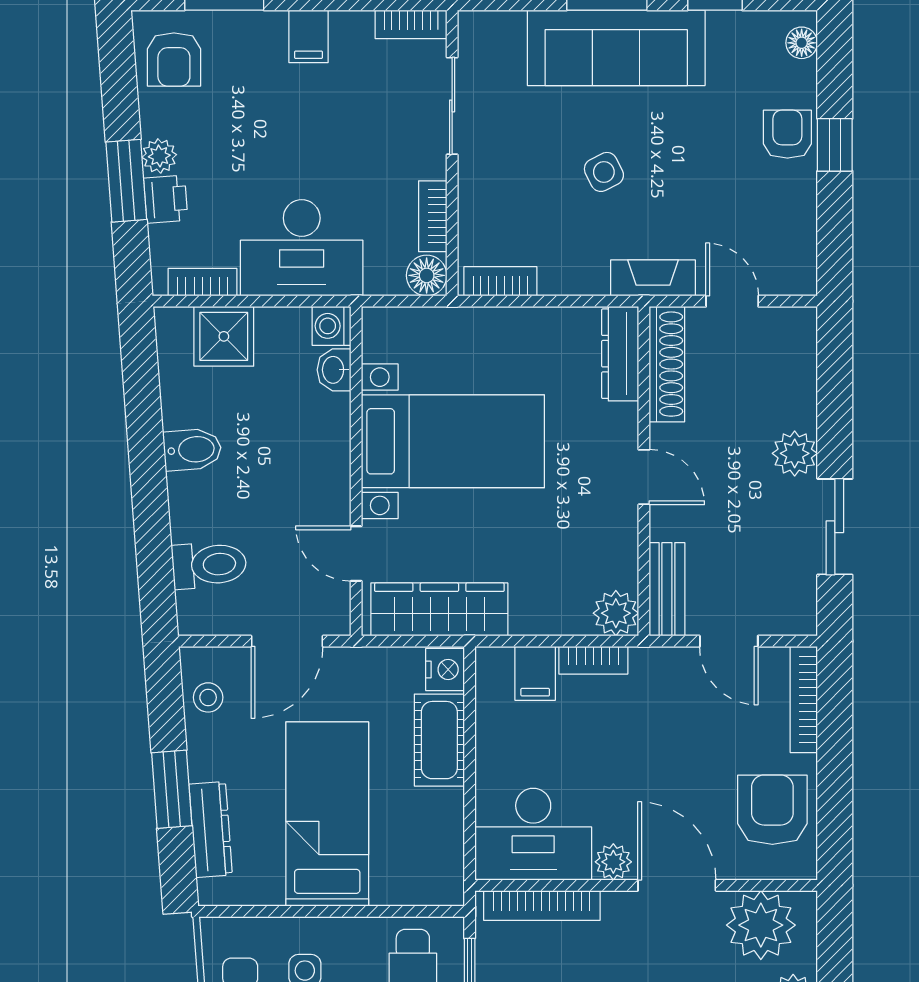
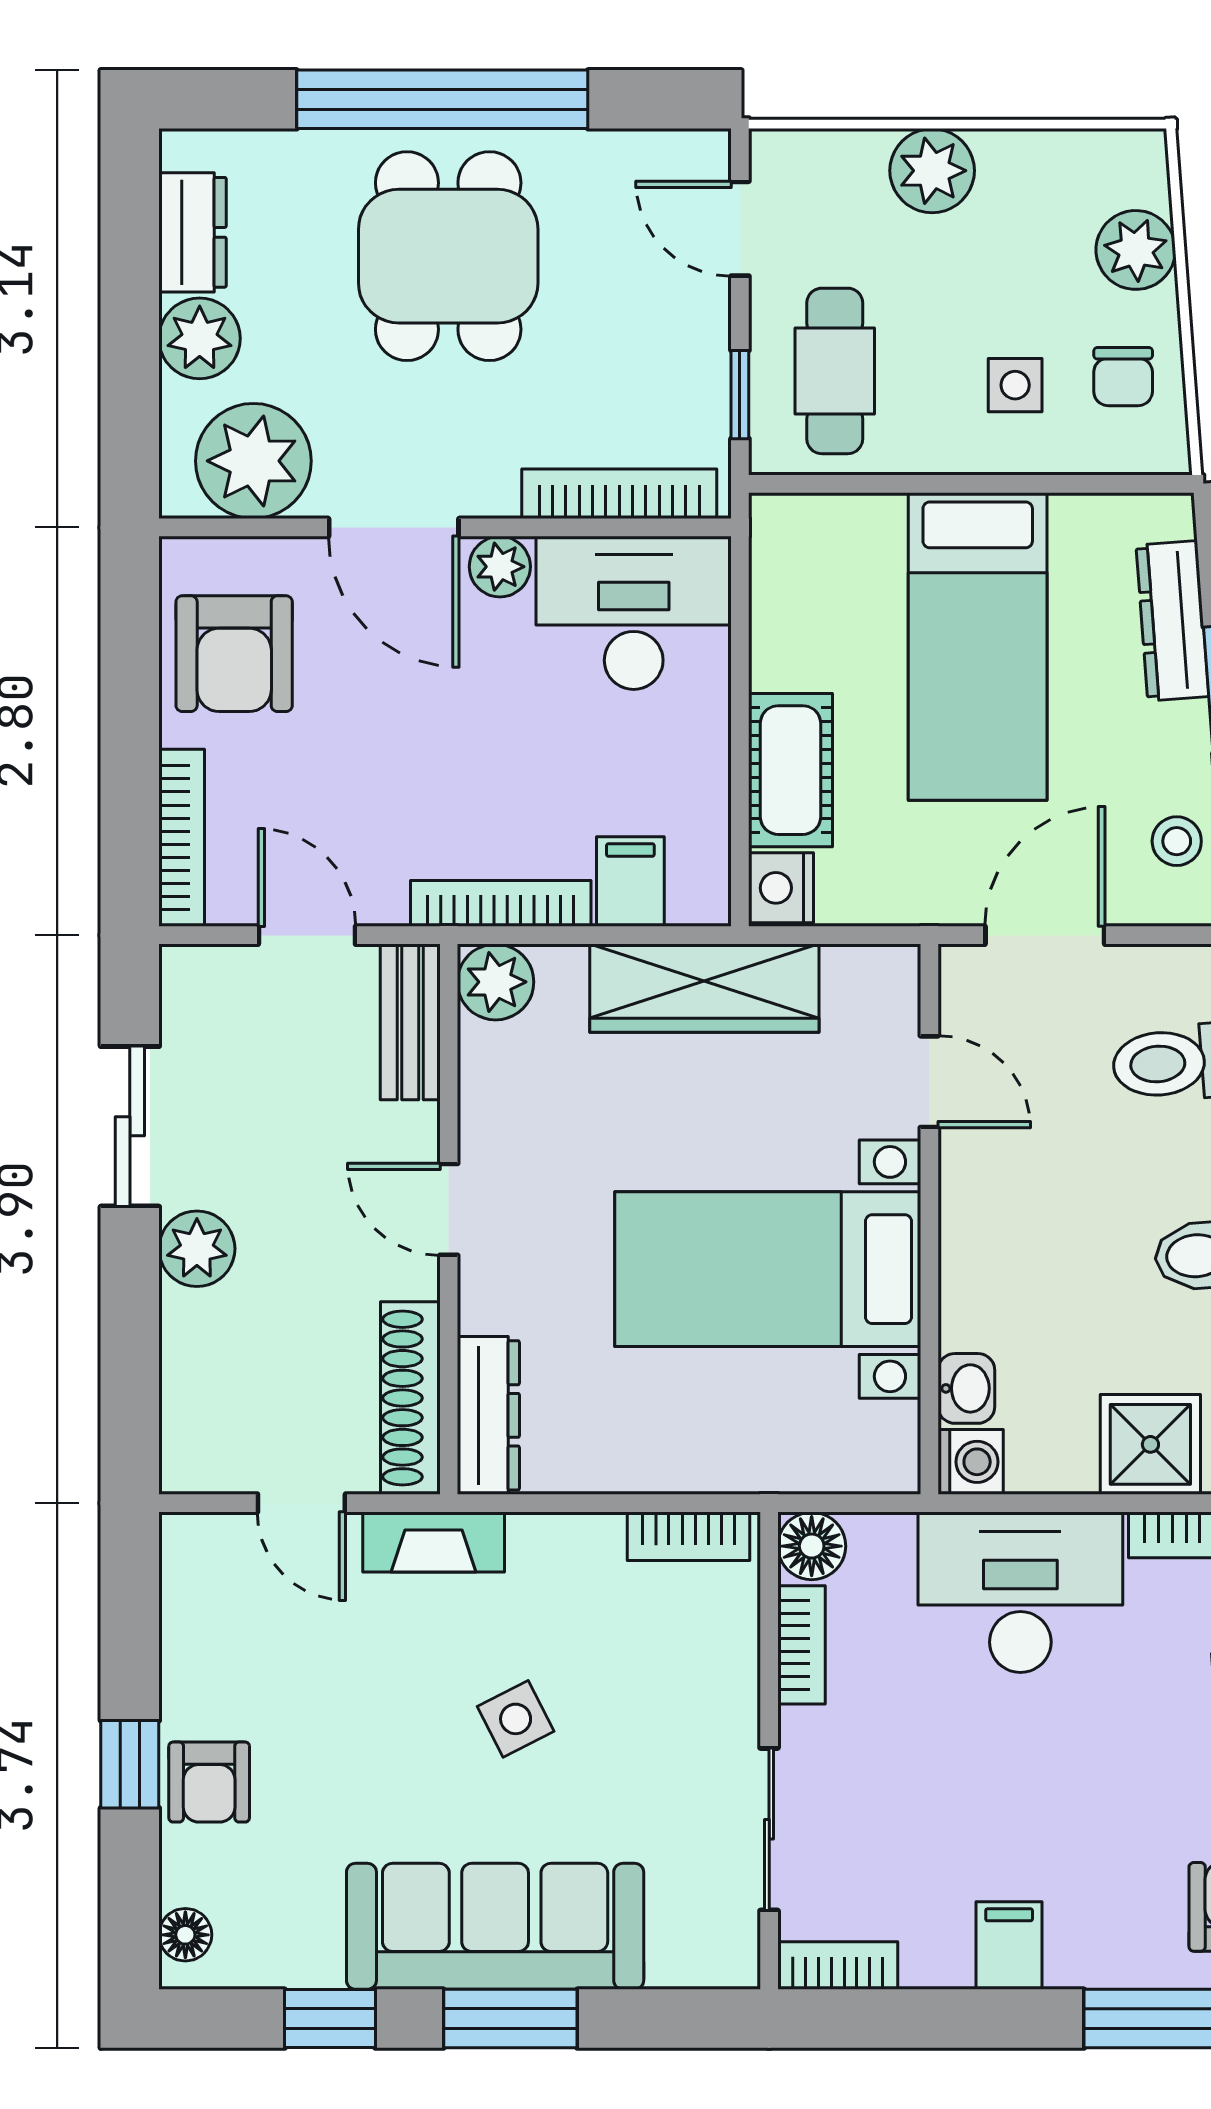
wardrobe: (439, 609) -> (704, 988), moved
bookcase: (593, 660) -> (501, 903), width x1.56

